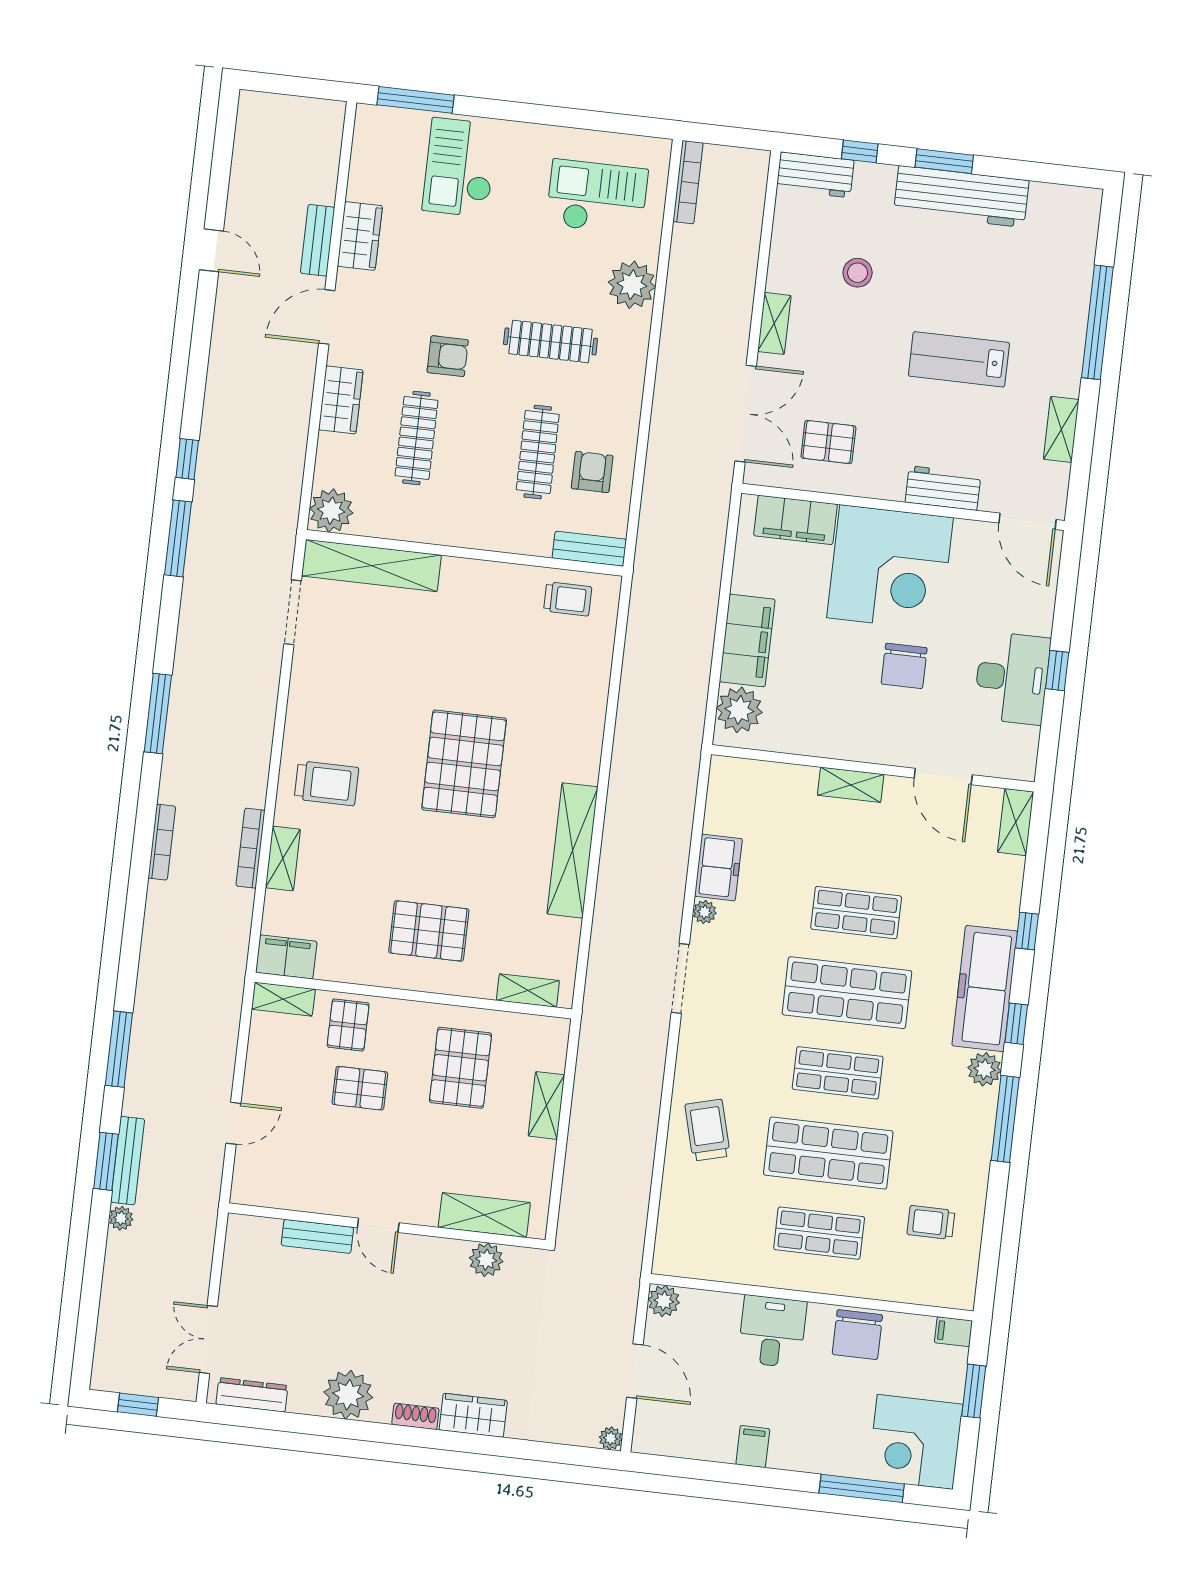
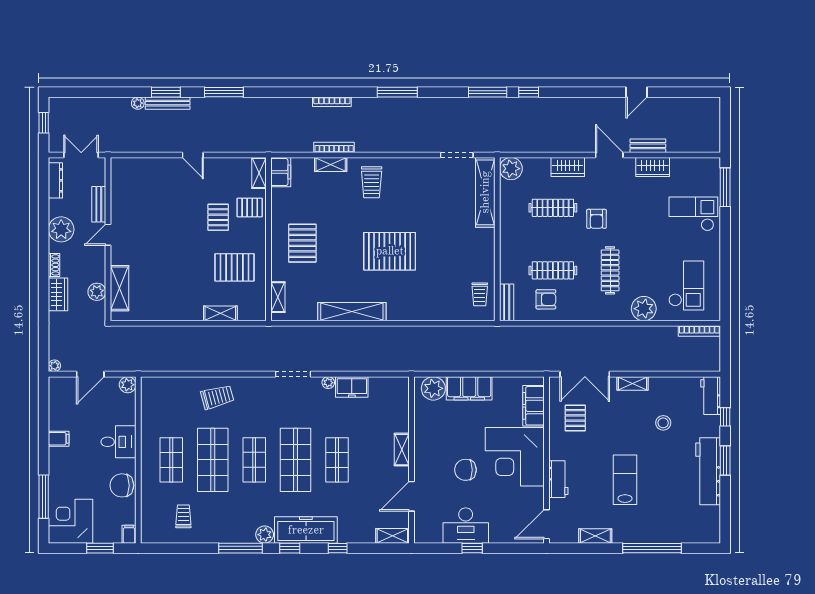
shelving: (484, 1215) -> (120, 288), moved
door: (378, 1225) -> (108, 235), moved
wall: (387, 1226) -> (108, 239), moved
bench: (317, 1236) -> (99, 204), moved
plant: (486, 1260) -> (97, 292), moved

